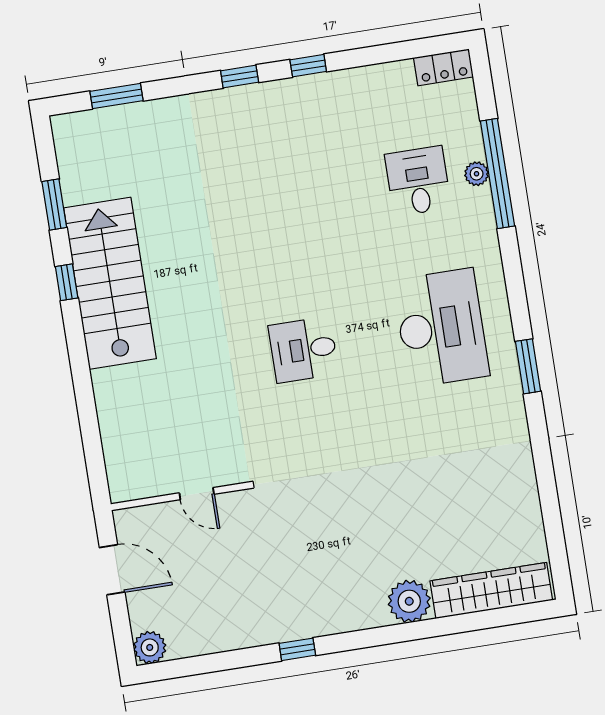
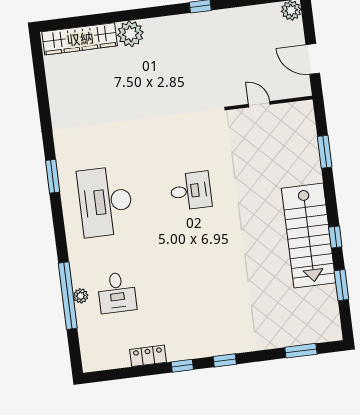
locker: (443, 67) -> (148, 356), moved
window: (88, 420) -> (325, 152), added

